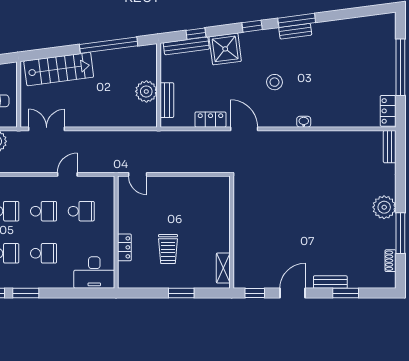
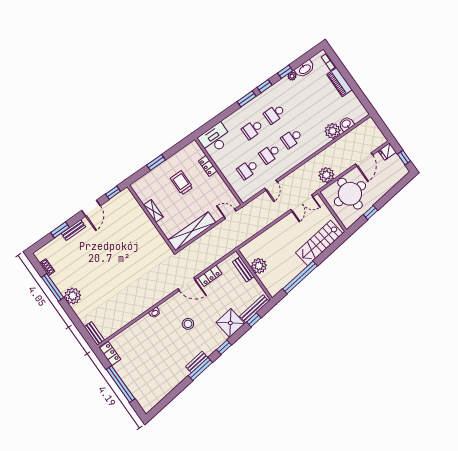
shelving: (196, 185) -> (192, 231), added
shelving: (223, 268) -> (153, 211), moved

